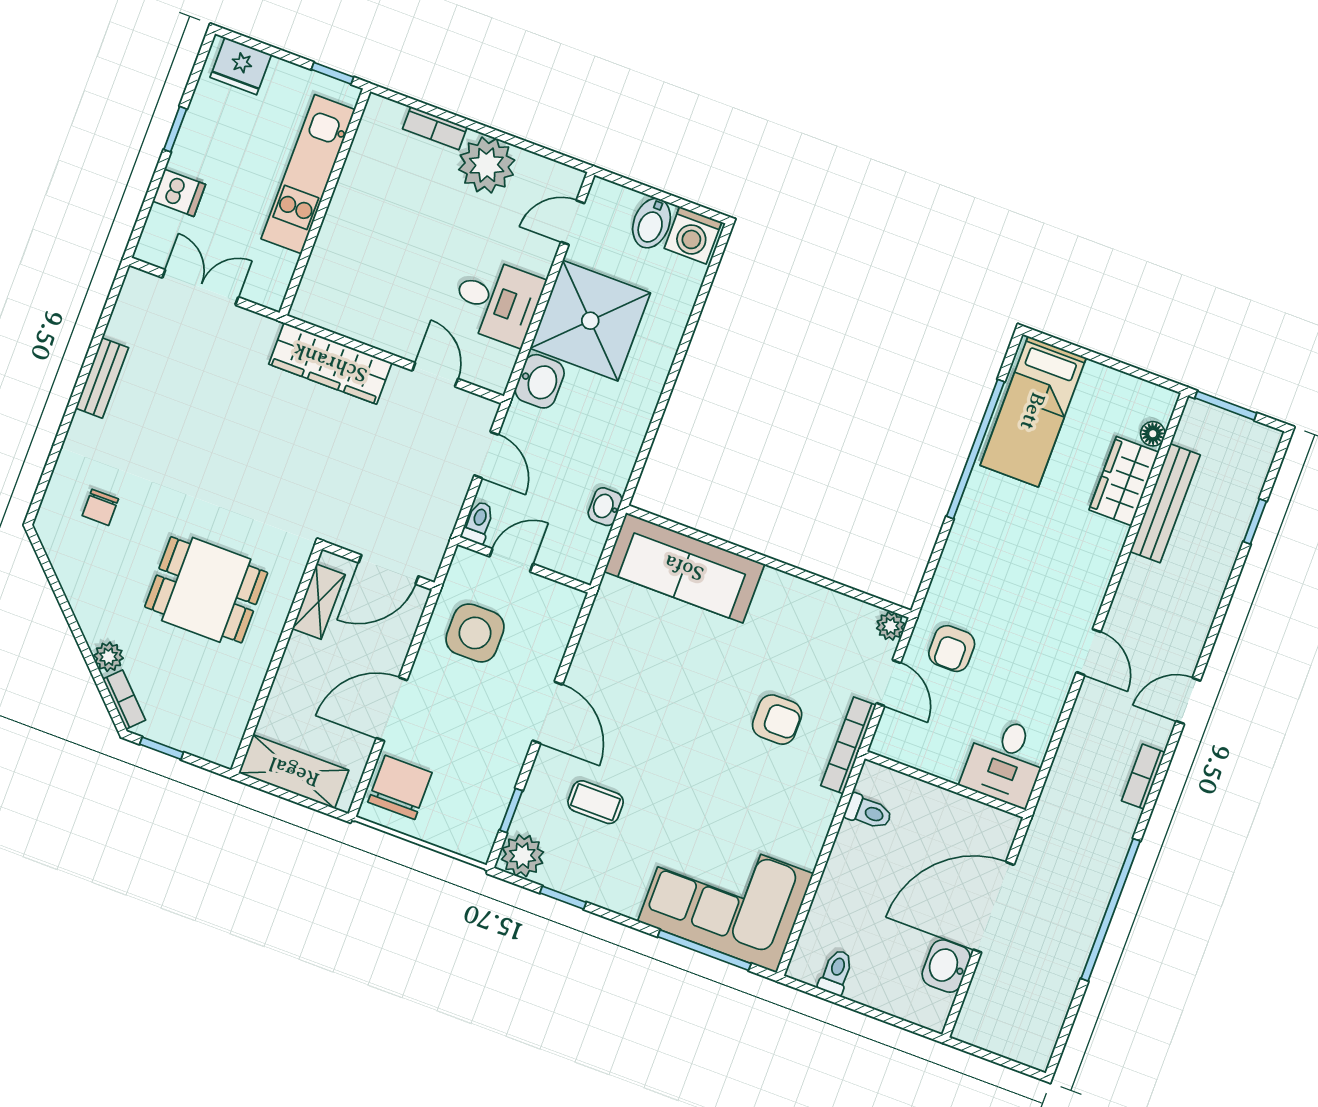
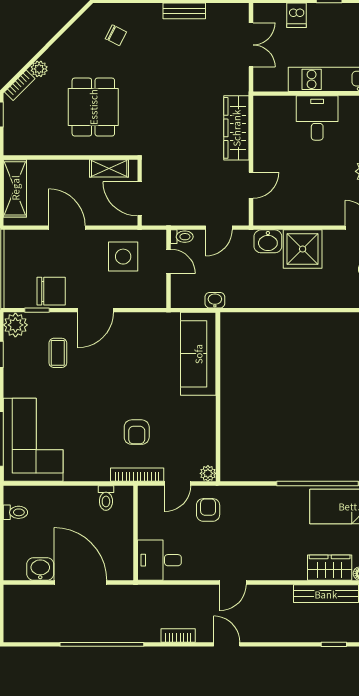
desk: (497, 301) -> (317, 118), moved, turned 180
shower: (590, 321) -> (303, 249), width x0.73, depth x0.73
chair: (100, 507) -> (116, 35), turned -153
armchair: (952, 649) -> (208, 510), turned 90
chair: (400, 787) -> (51, 291), moved

